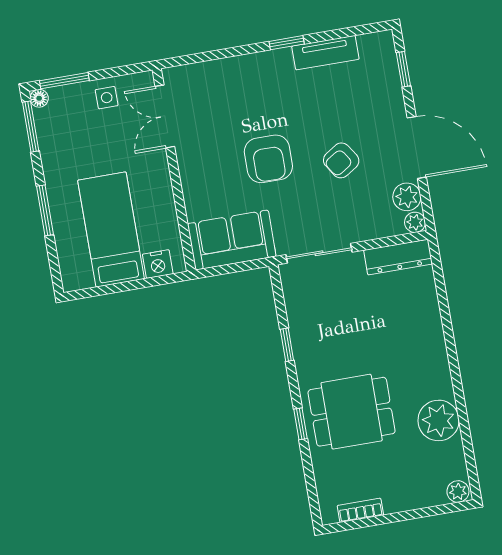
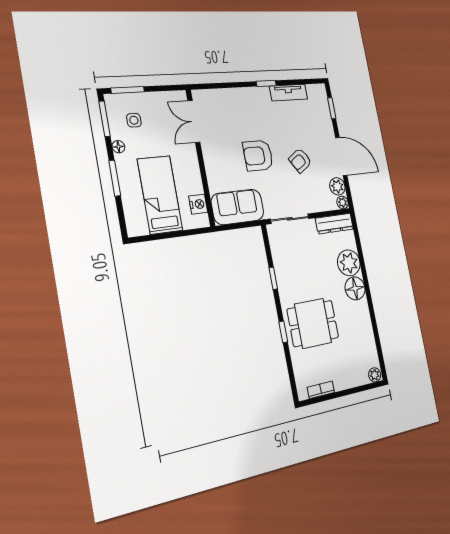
floor lamp: (39, 98) -> (118, 147), moved
side table: (107, 98) -> (134, 120), moved
armchair: (268, 159) -> (258, 156), turned 90
nightstand: (158, 264) -> (198, 204), moved, turned -90
floor lamp: (430, 358) -> (355, 288), added
plant: (439, 420) -> (349, 263), moved

